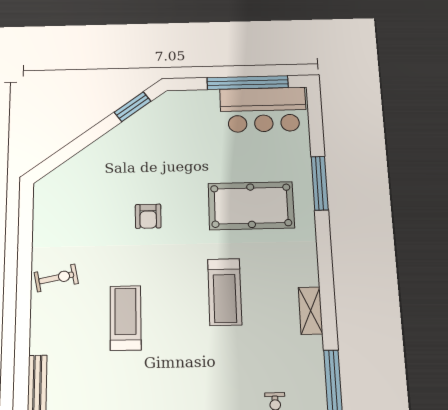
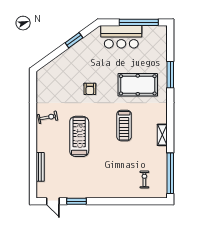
window: (133, 107) -> (74, 40), moved
bar counter: (263, 110) -> (121, 37), moved
treadmill: (126, 318) -> (79, 136), width x1.37, depth x1.38

